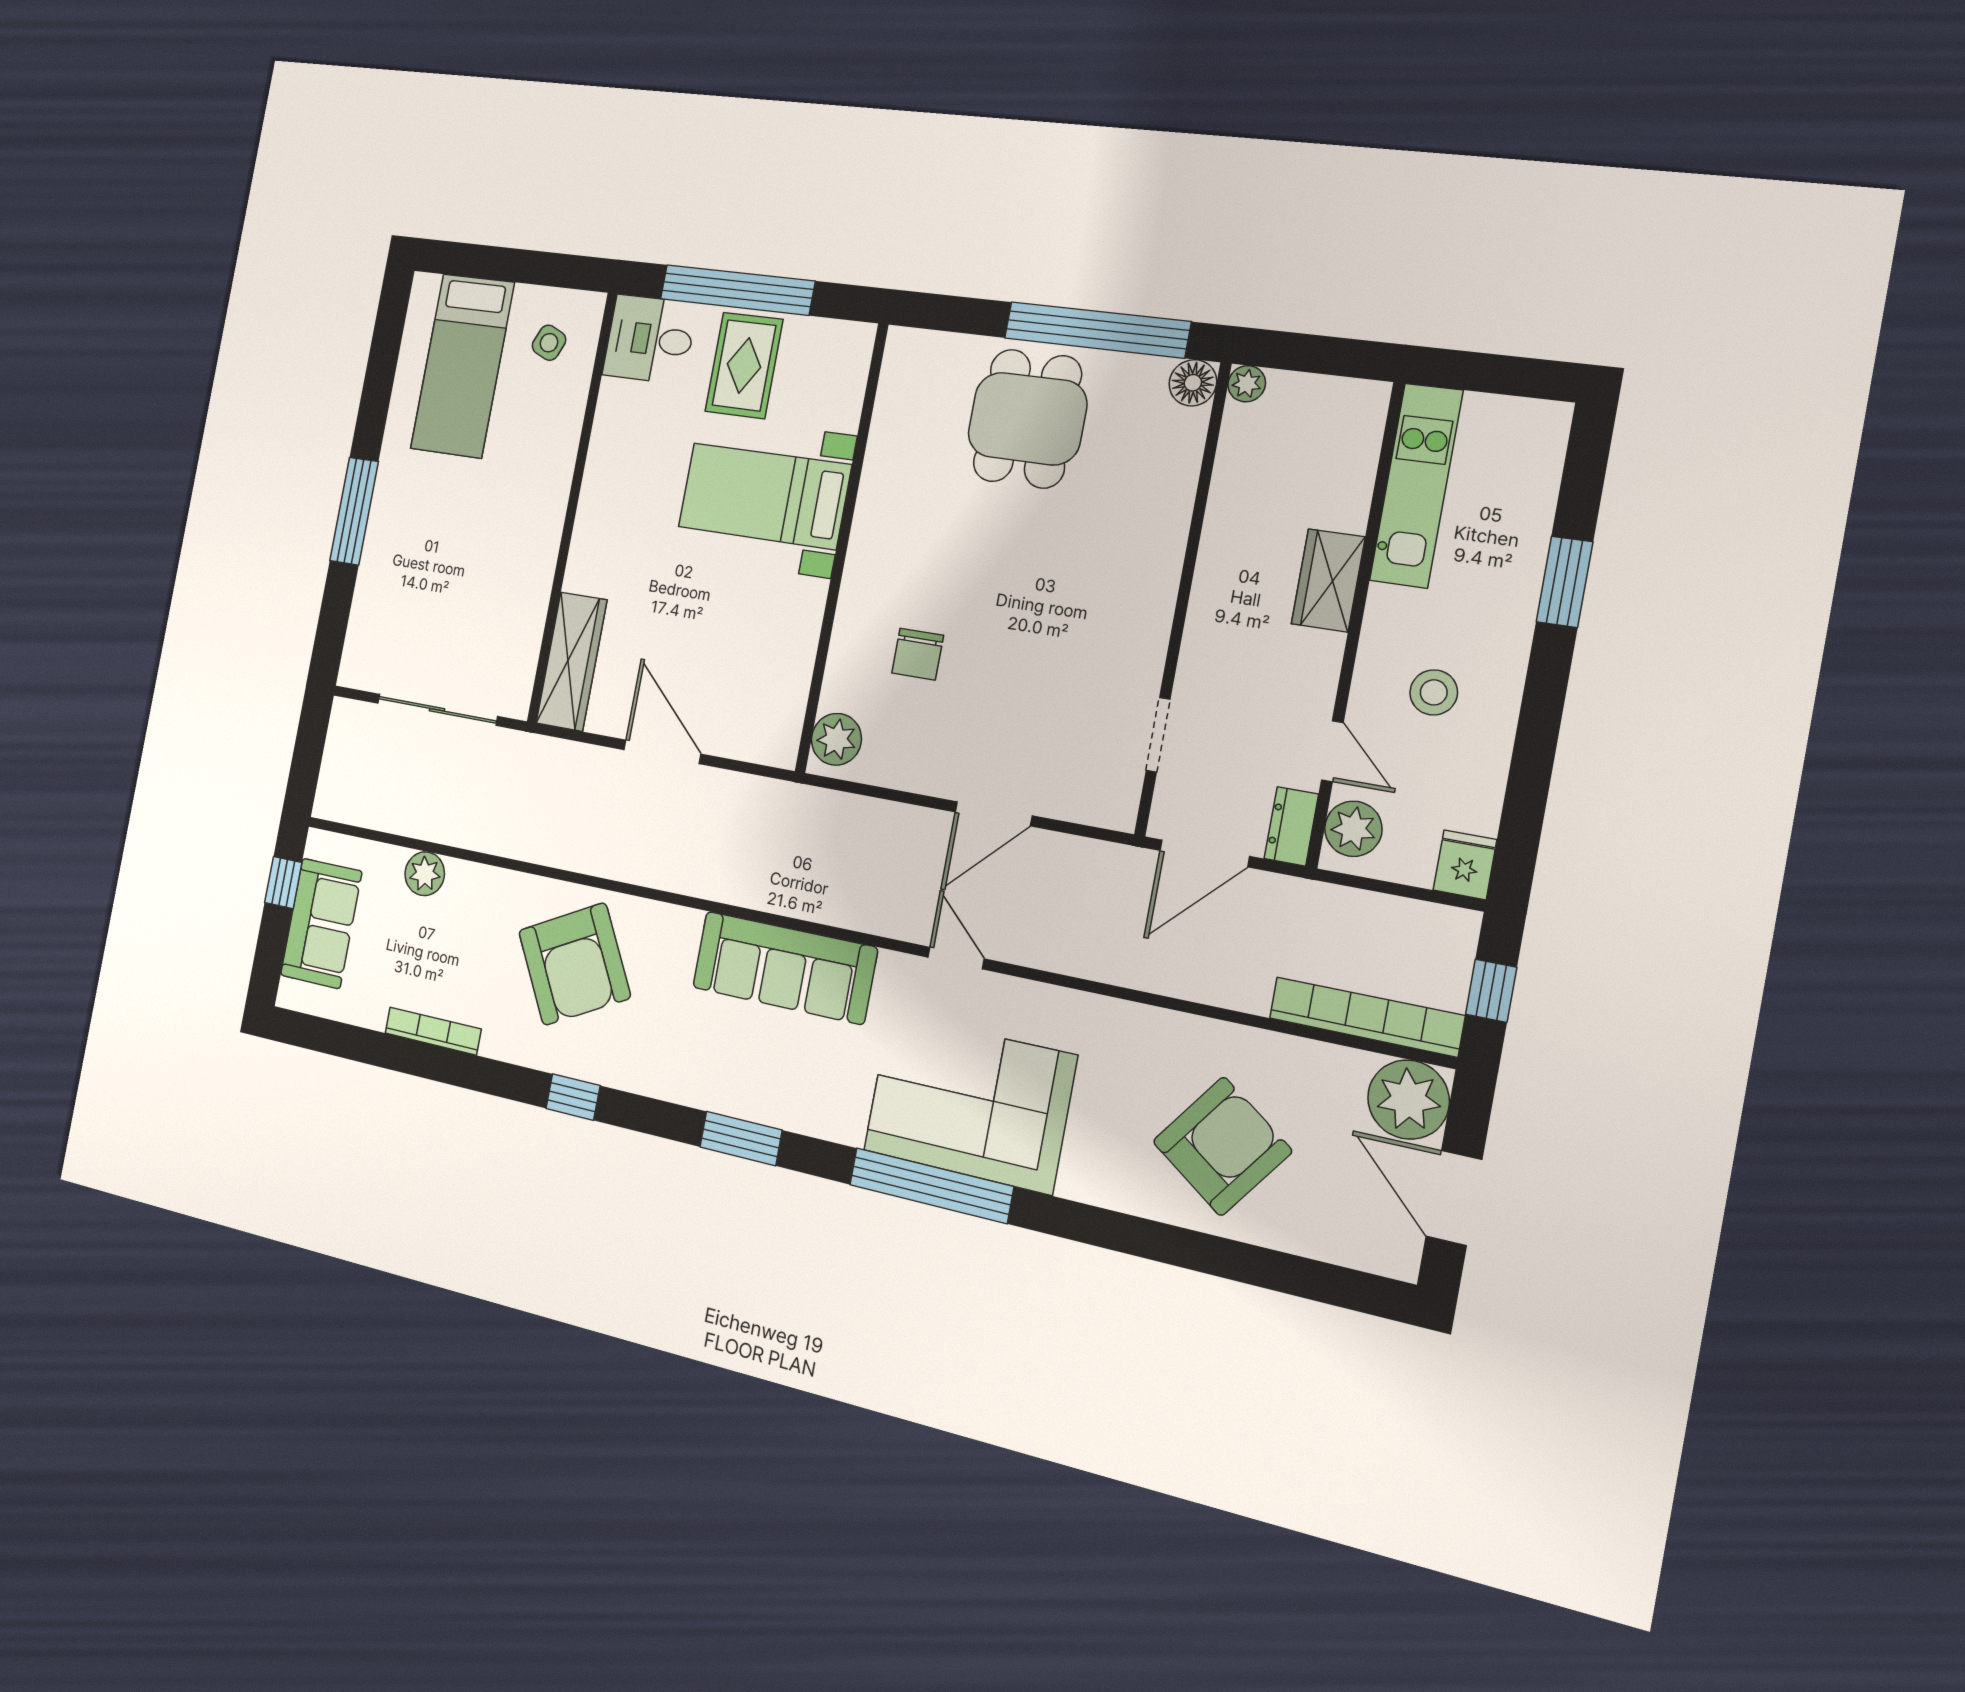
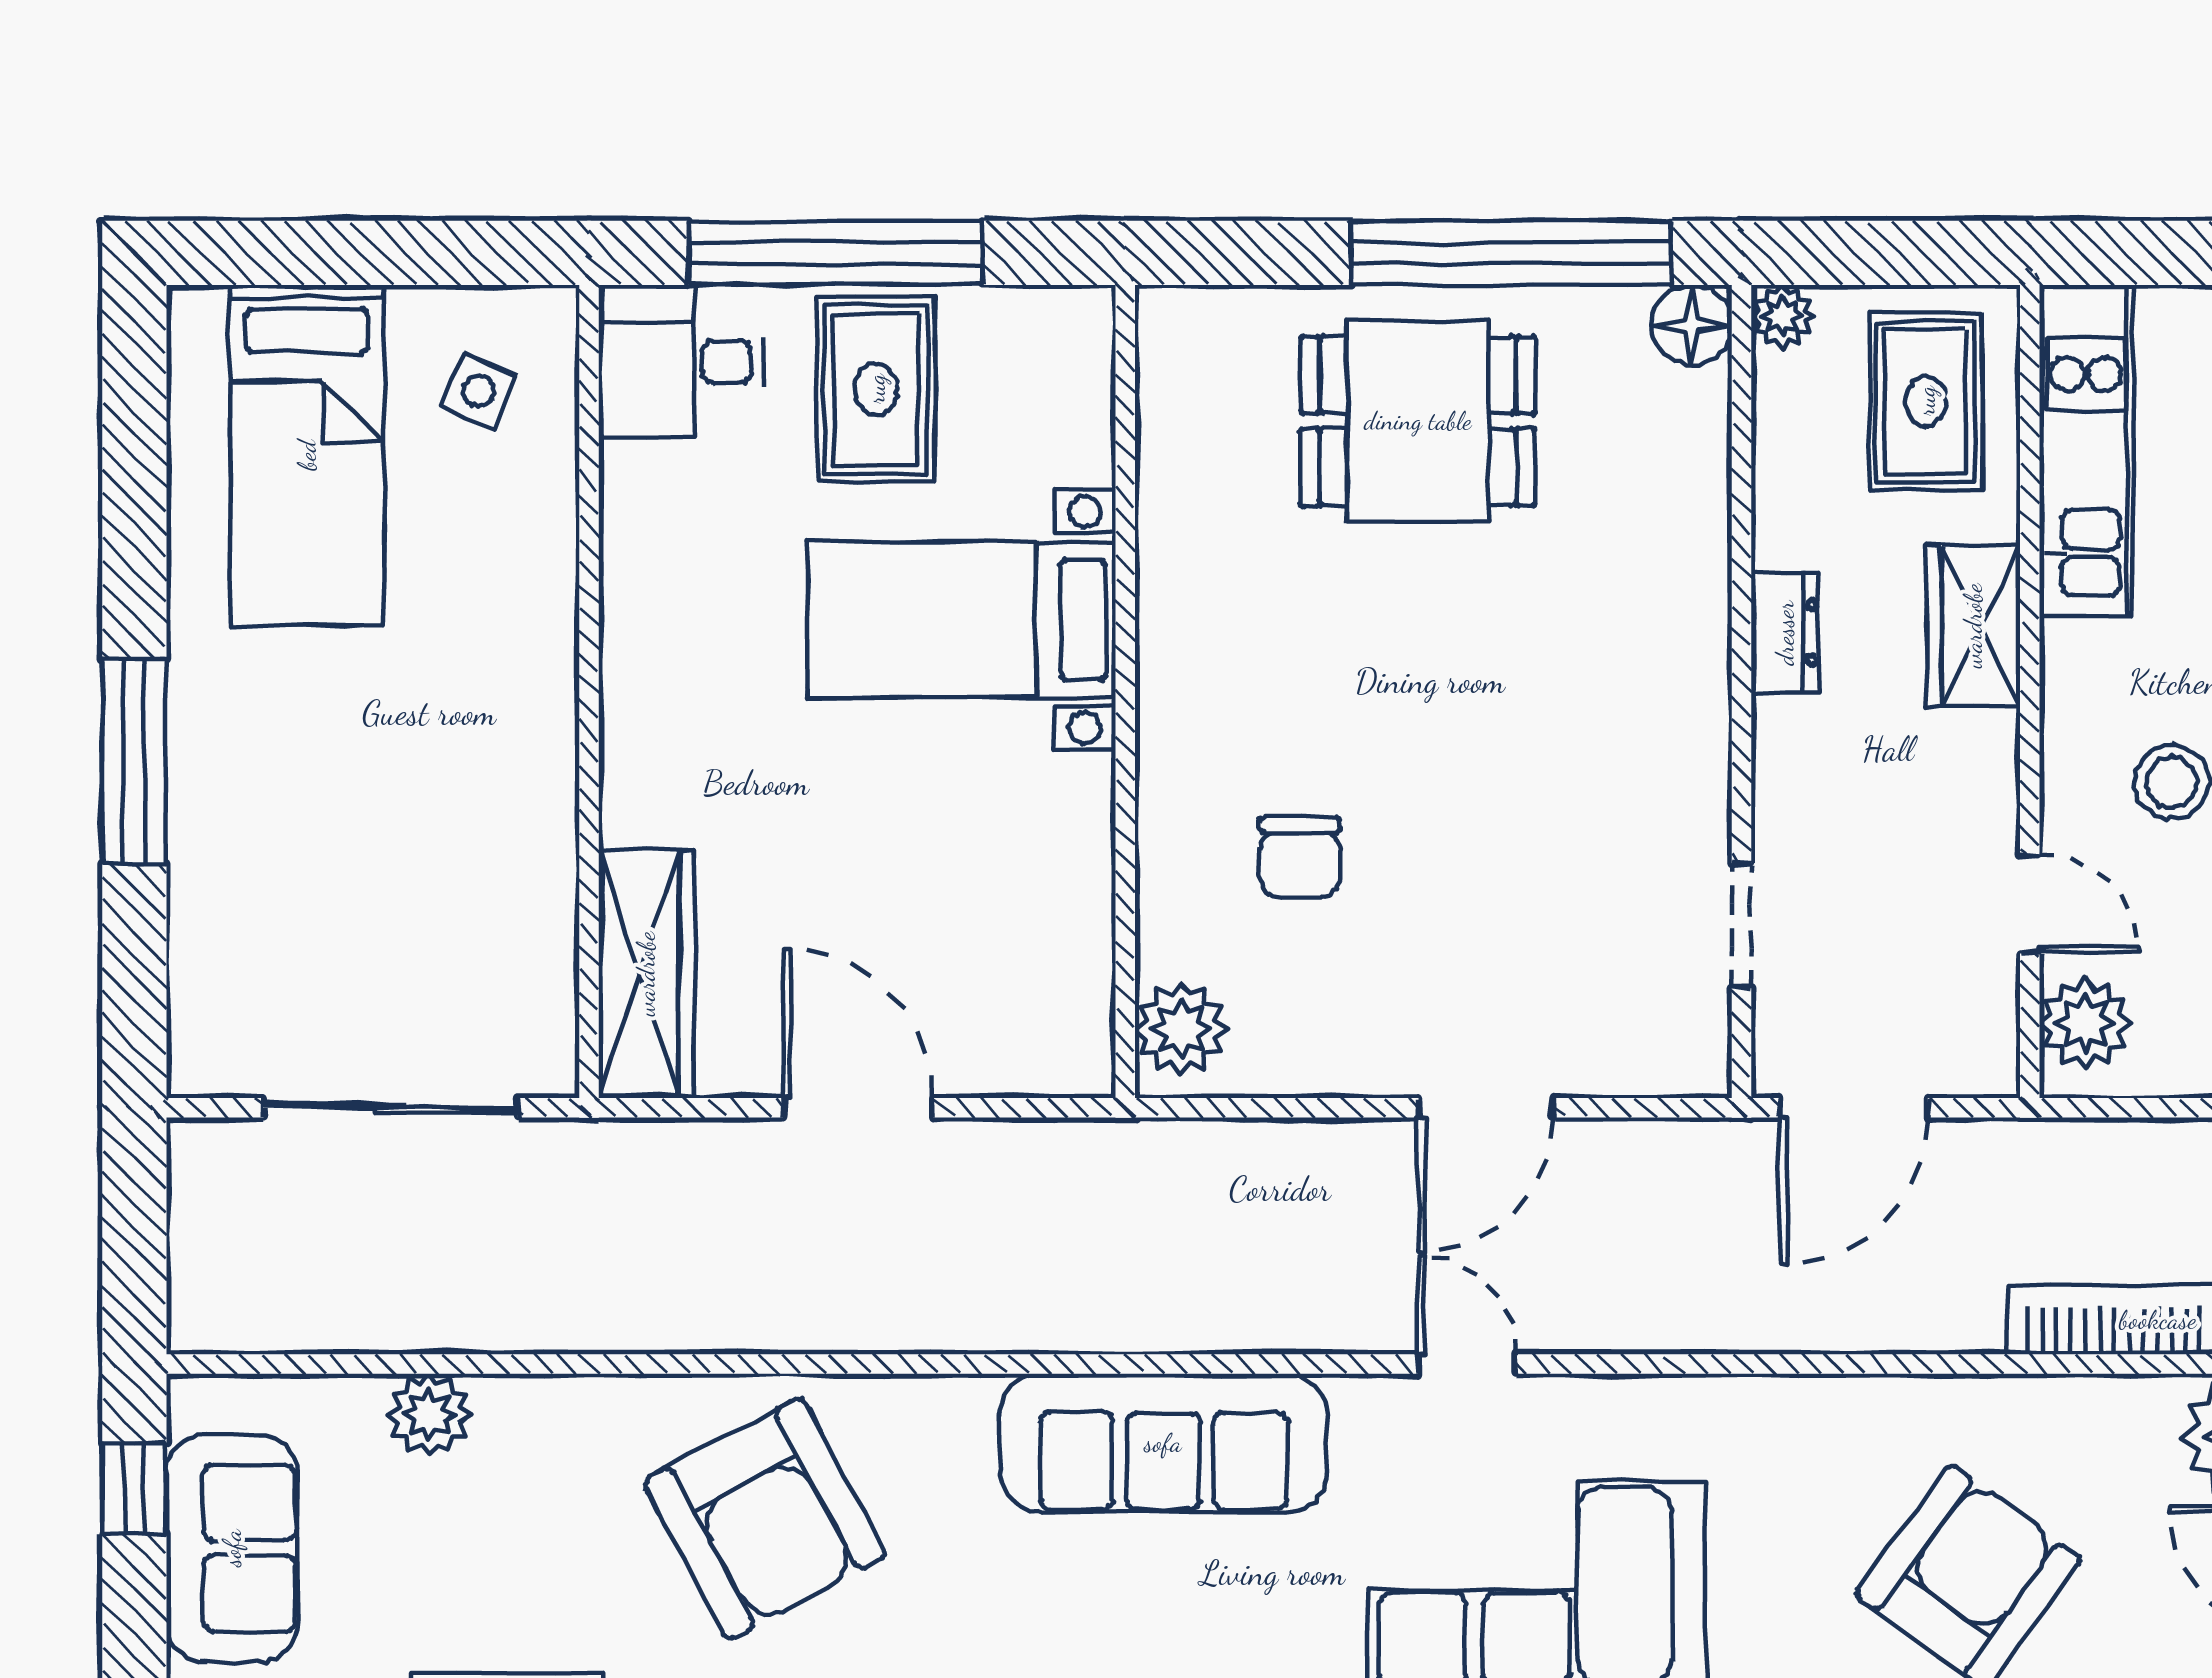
dining table: (1027, 419) -> (1418, 421), turned 90
rug: (1323, 444) -> (1926, 401), added
dresser: (1291, 826) -> (1785, 633), moved, turned 180

